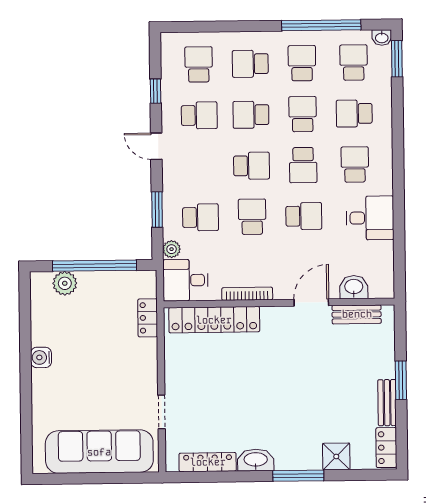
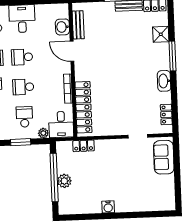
school desk: (304, 216) -> (22, 57), turned -90
plant: (65, 283) -> (64, 181), moved
sofa: (99, 452) -> (164, 157), width x0.54, depth x0.79
locker: (208, 462) -> (166, 114), width x0.66

